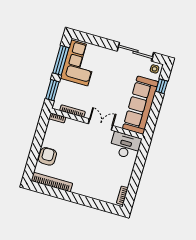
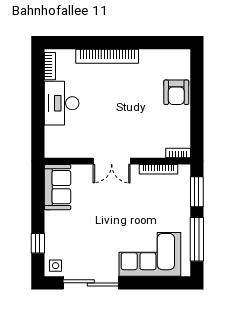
corner sofa: (79, 63) -> (150, 254), moved, turned 90
sofa: (140, 105) -> (57, 187), width x0.54, depth x0.79
desk: (125, 146) -> (62, 103), moved, turned 90
bookcase: (52, 182) -> (107, 56), moved

